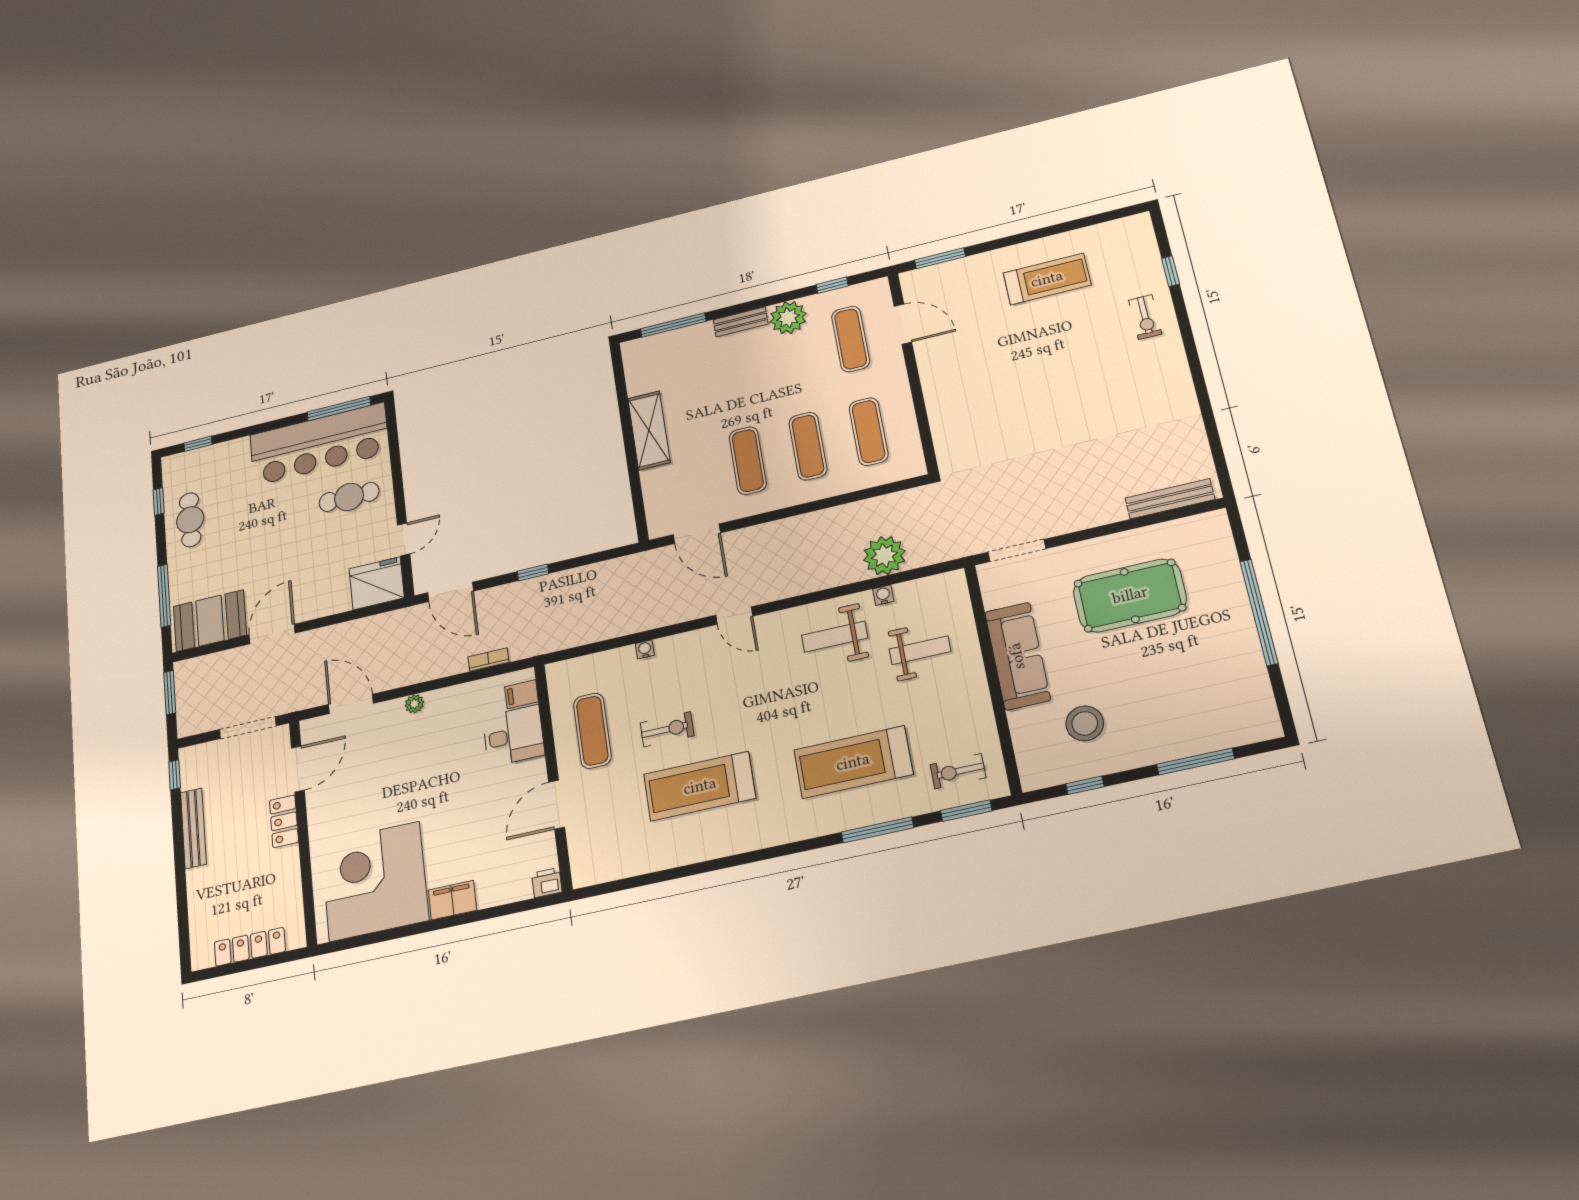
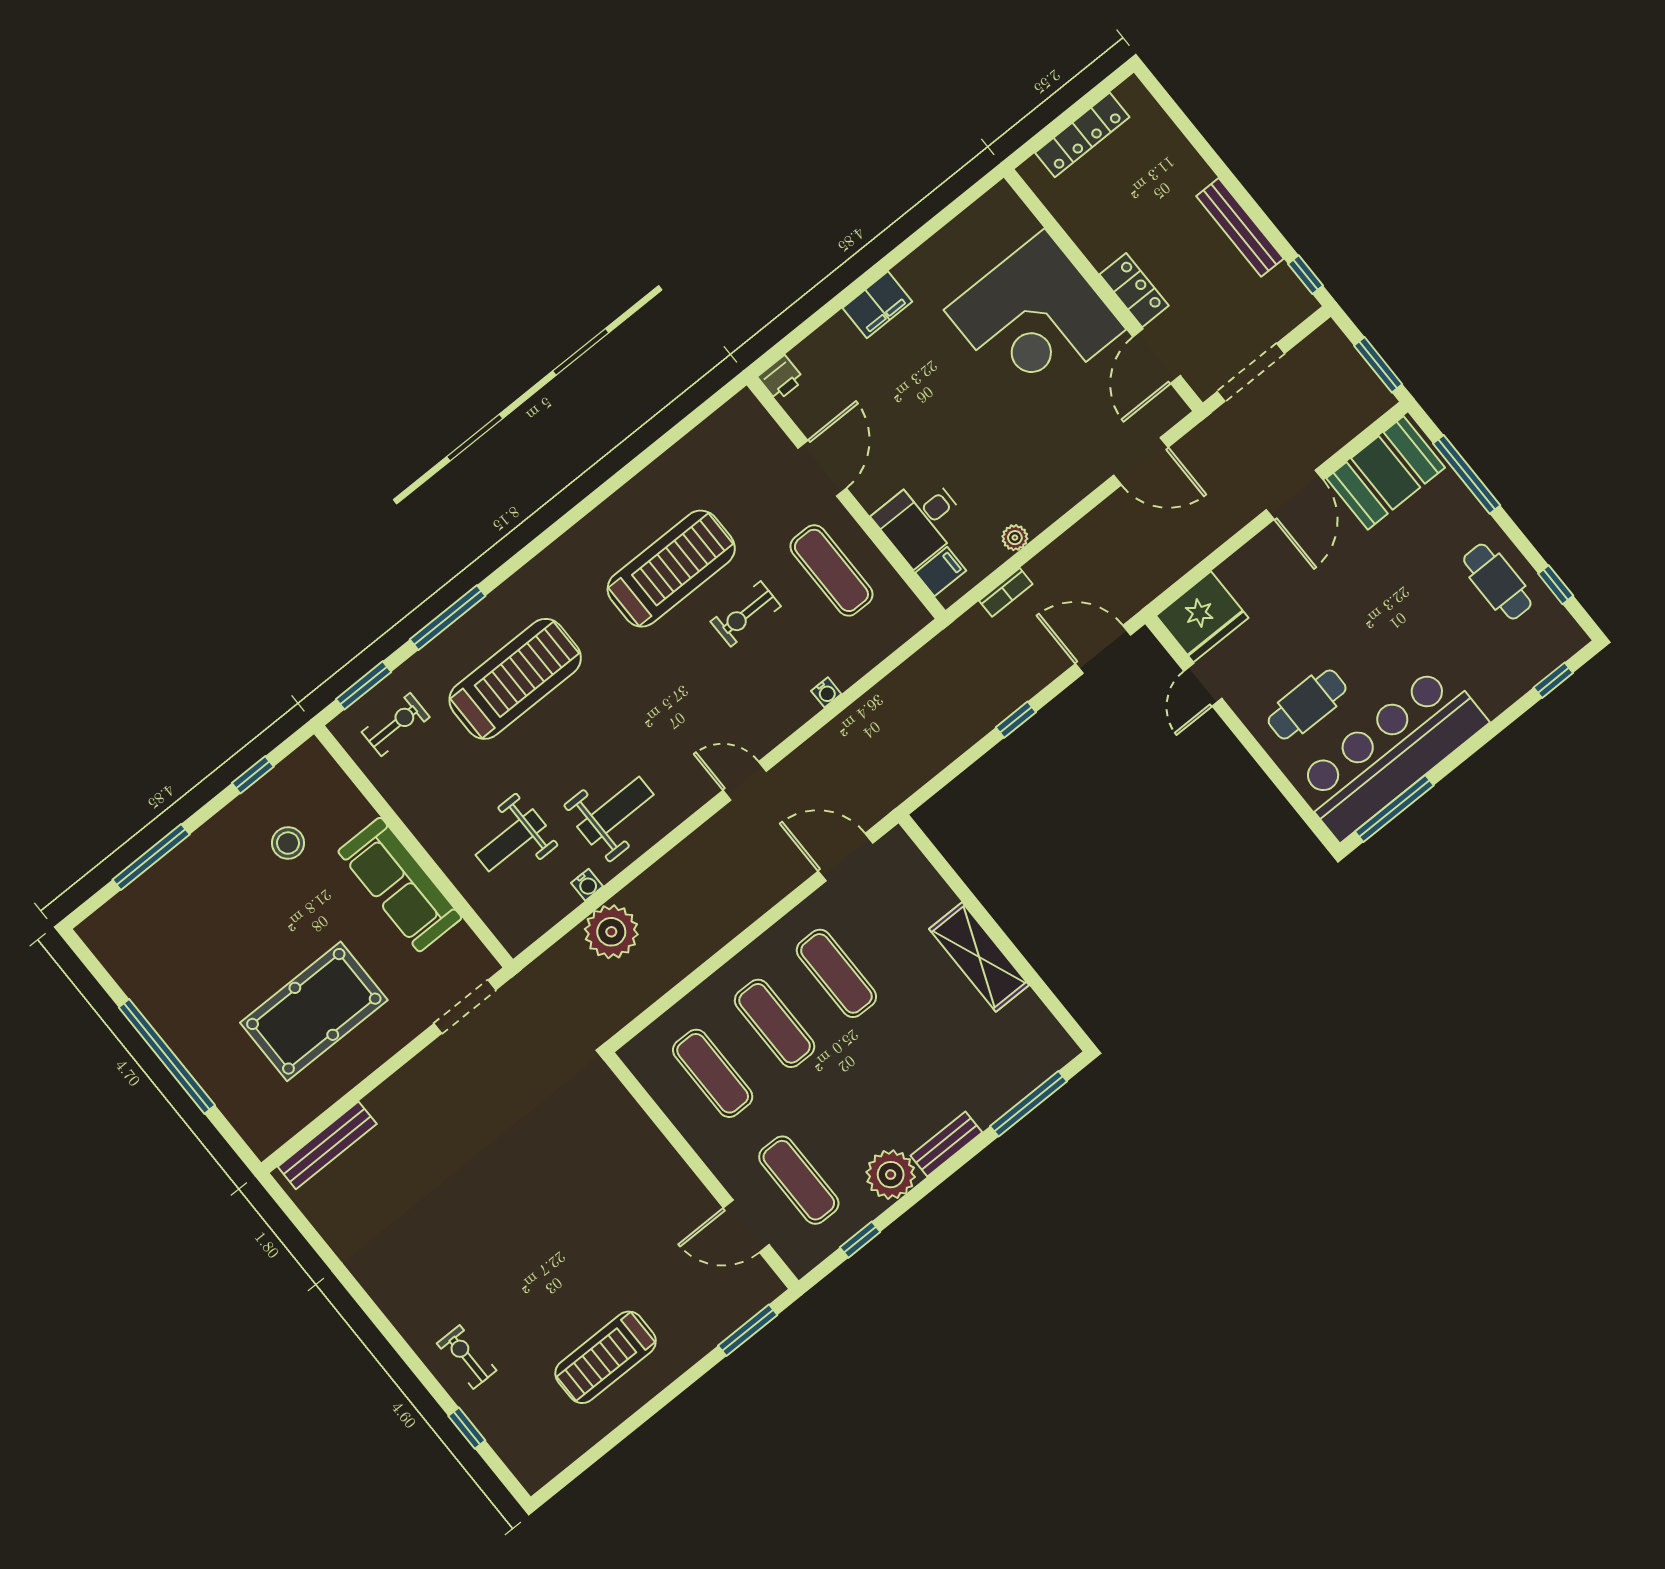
plant: (414, 704) -> (1015, 538), moved
stool: (1085, 723) -> (288, 843), width x0.73, depth x0.73
corner desk: (375, 881) -> (1035, 320), moved, turned 90

